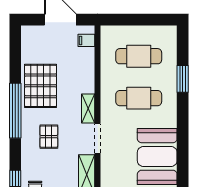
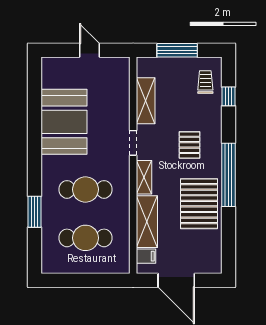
shelving: (86, 70) -> (147, 222), added
doorway: (98, 138) -> (133, 143), width x0.73

